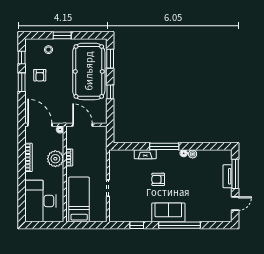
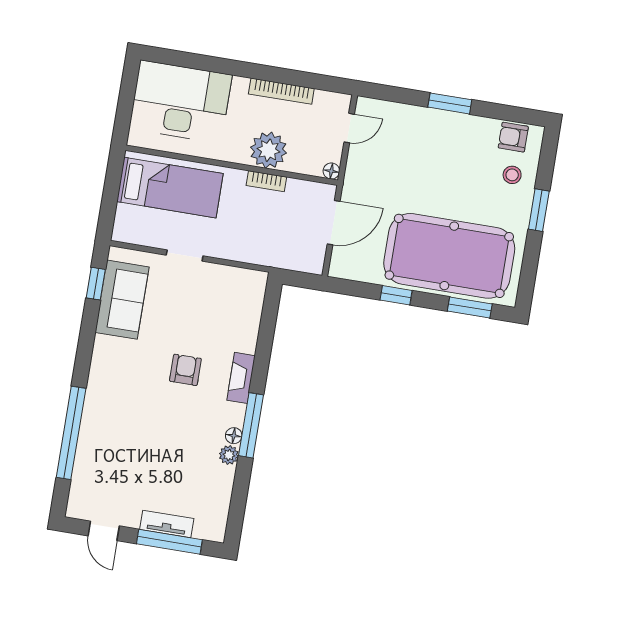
window: (22, 58) -> (505, 113), removed
armchair: (40, 75) -> (513, 137), moved
door: (40, 125) -> (349, 128), width x0.53
window: (164, 146) -> (251, 425), moved
fireplace: (145, 154) -> (241, 378), moved
sofa: (168, 212) -> (122, 300), moved
window: (137, 225) -> (96, 284), moved
window: (179, 225) -> (71, 433), moved

